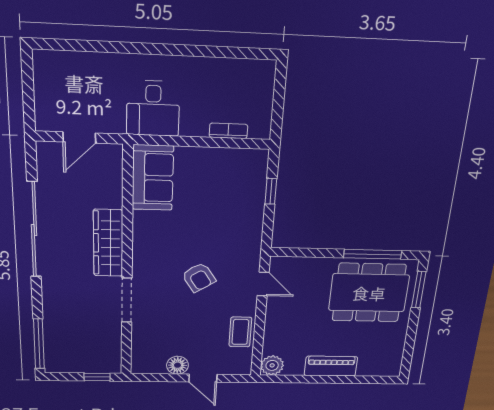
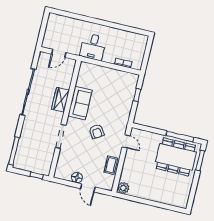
sofa: (153, 178) -> (80, 103), moved
wardrobe: (108, 243) -> (60, 100), width x0.67
piano: (331, 366) -> (152, 195), removed

